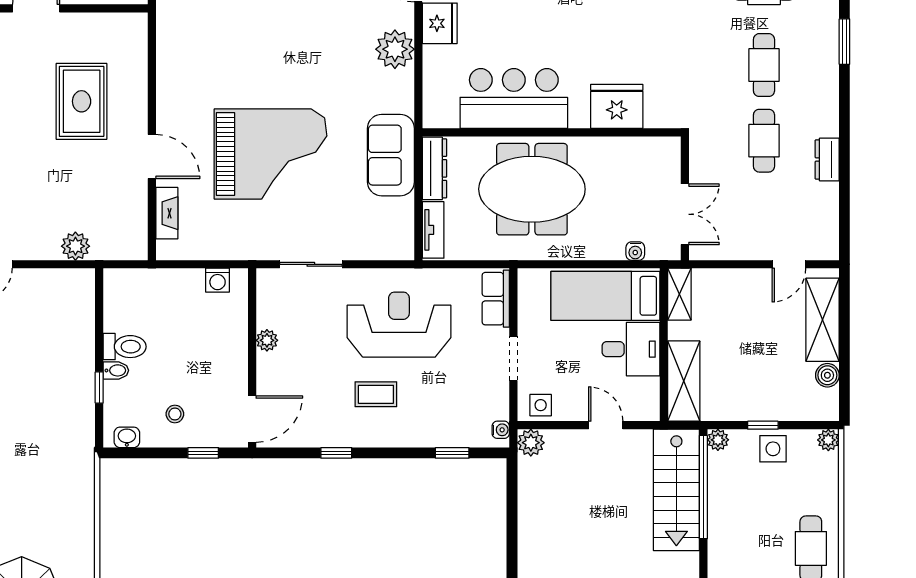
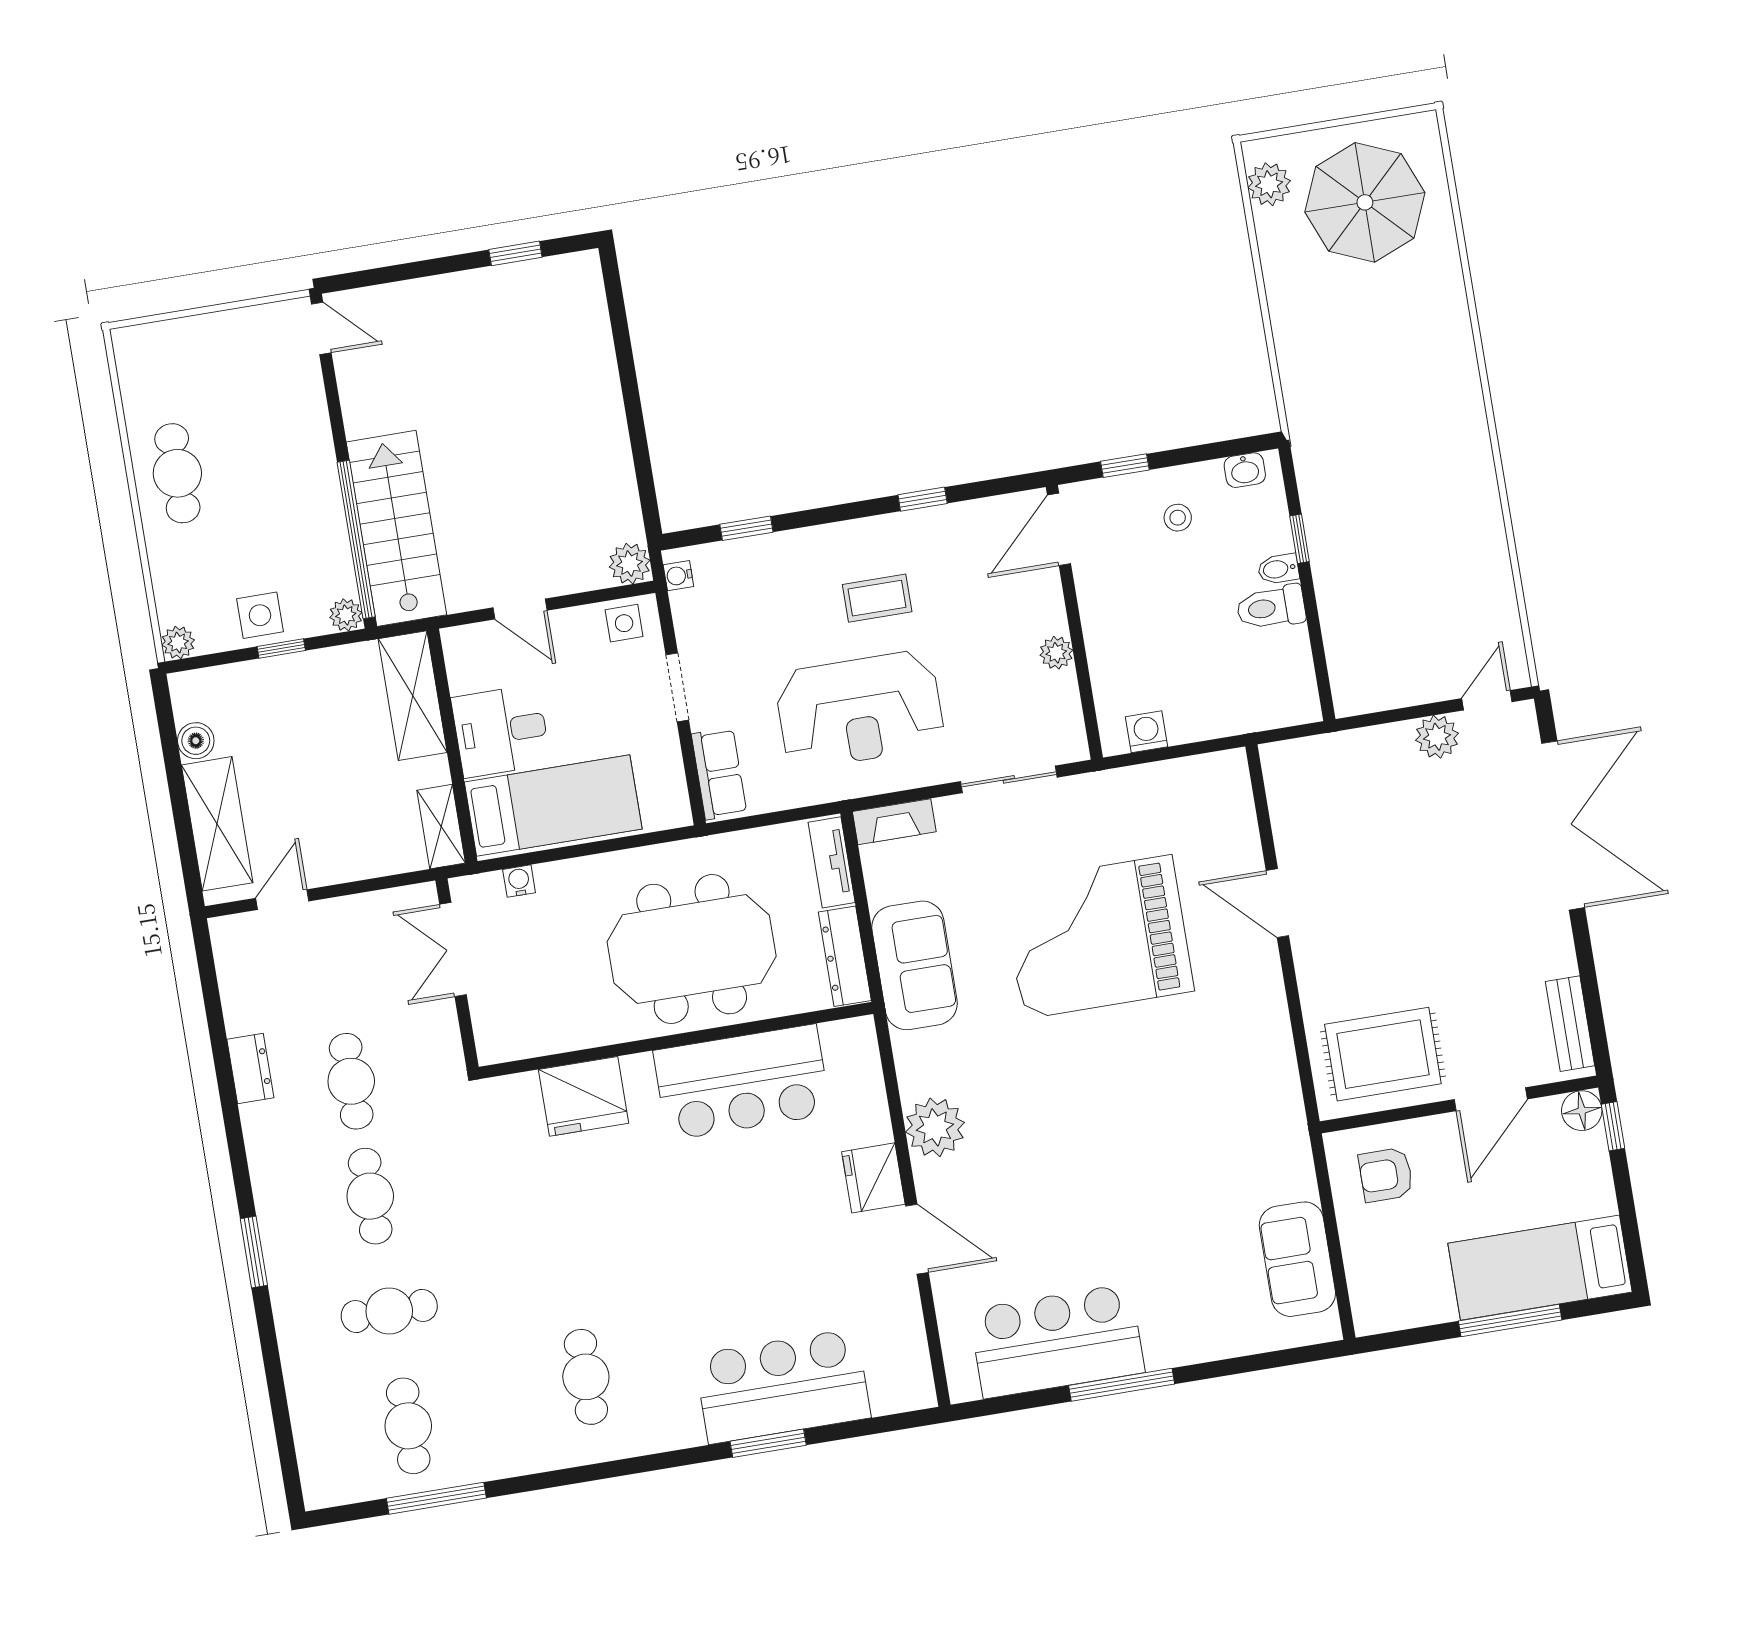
rug: (82, 101) -> (1383, 1054), moved, turned 90
fireplace: (167, 213) -> (894, 822), moved, turned -90
plant: (75, 246) -> (1437, 737), moved

